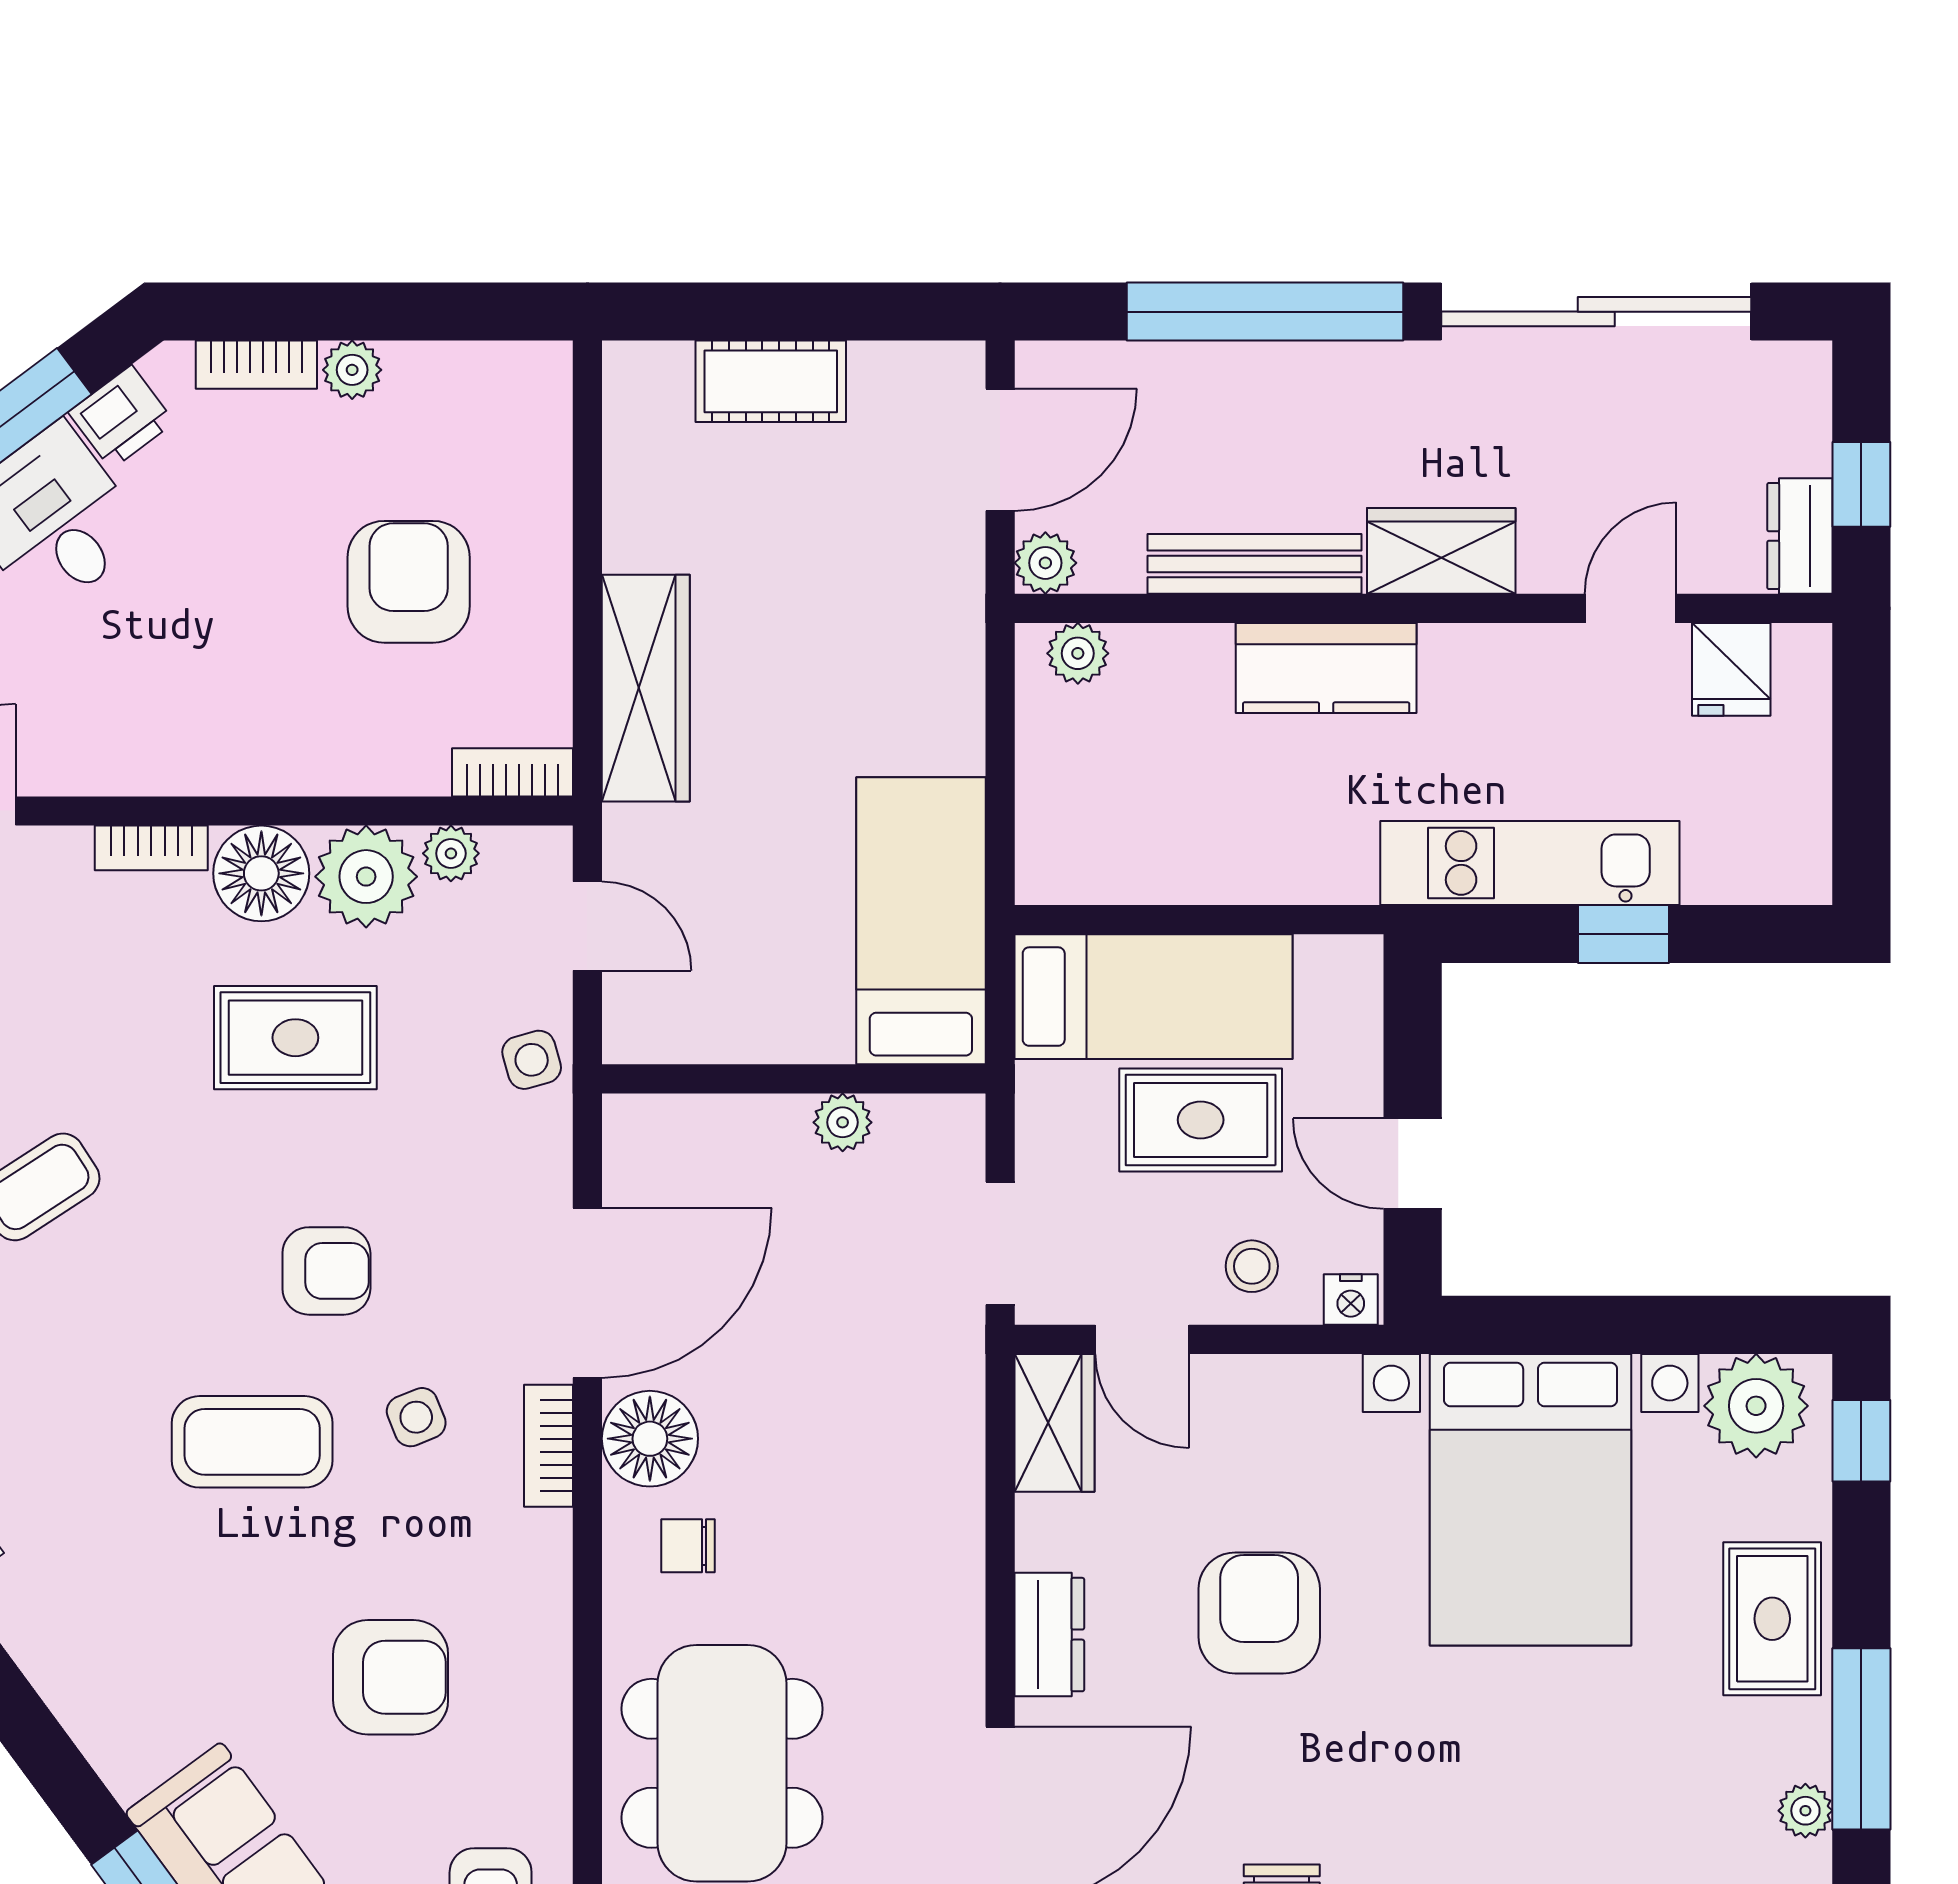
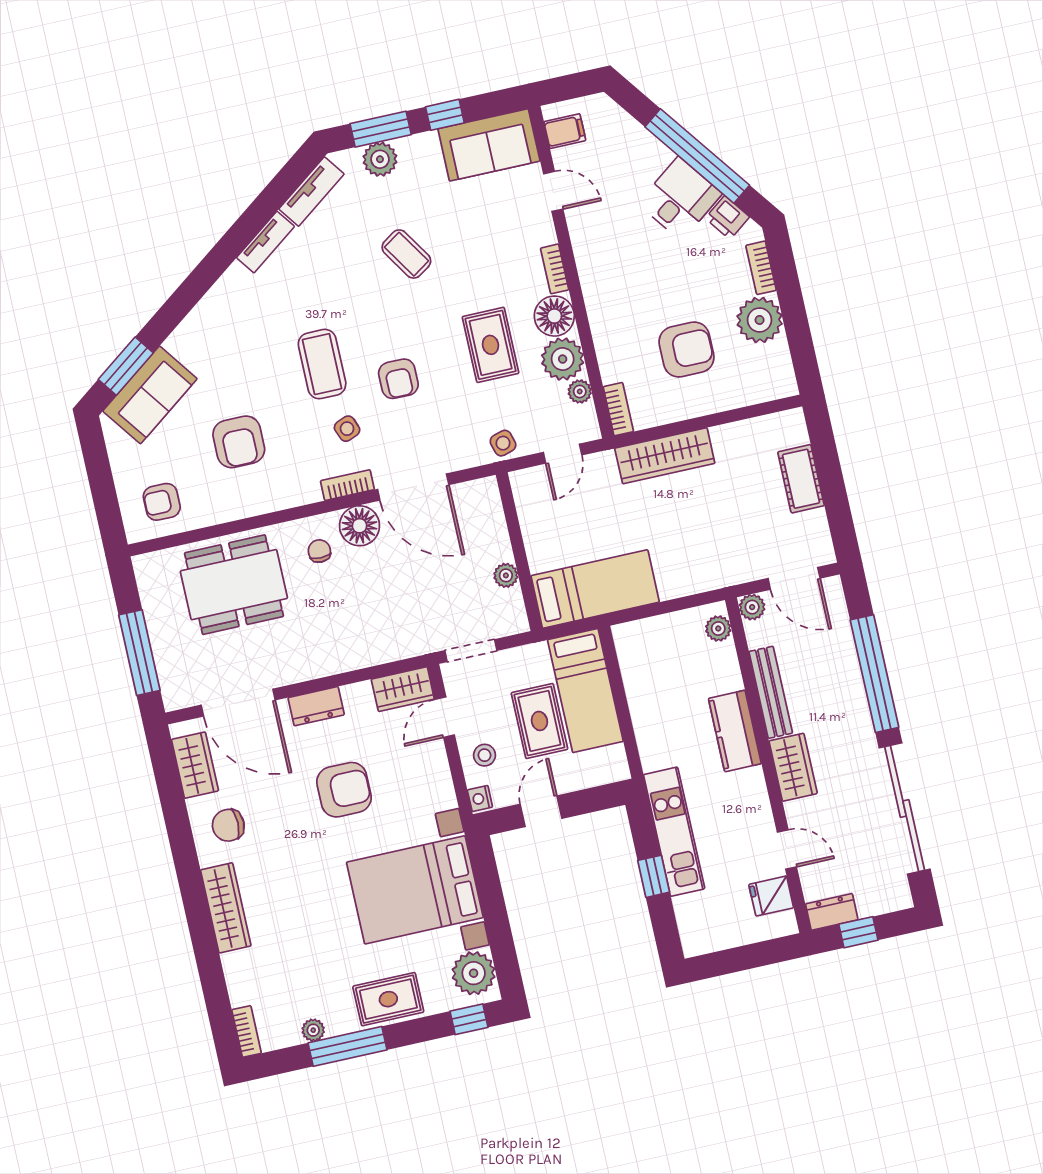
plant: (352, 370) -> (760, 320), width x1.87, depth x1.87

